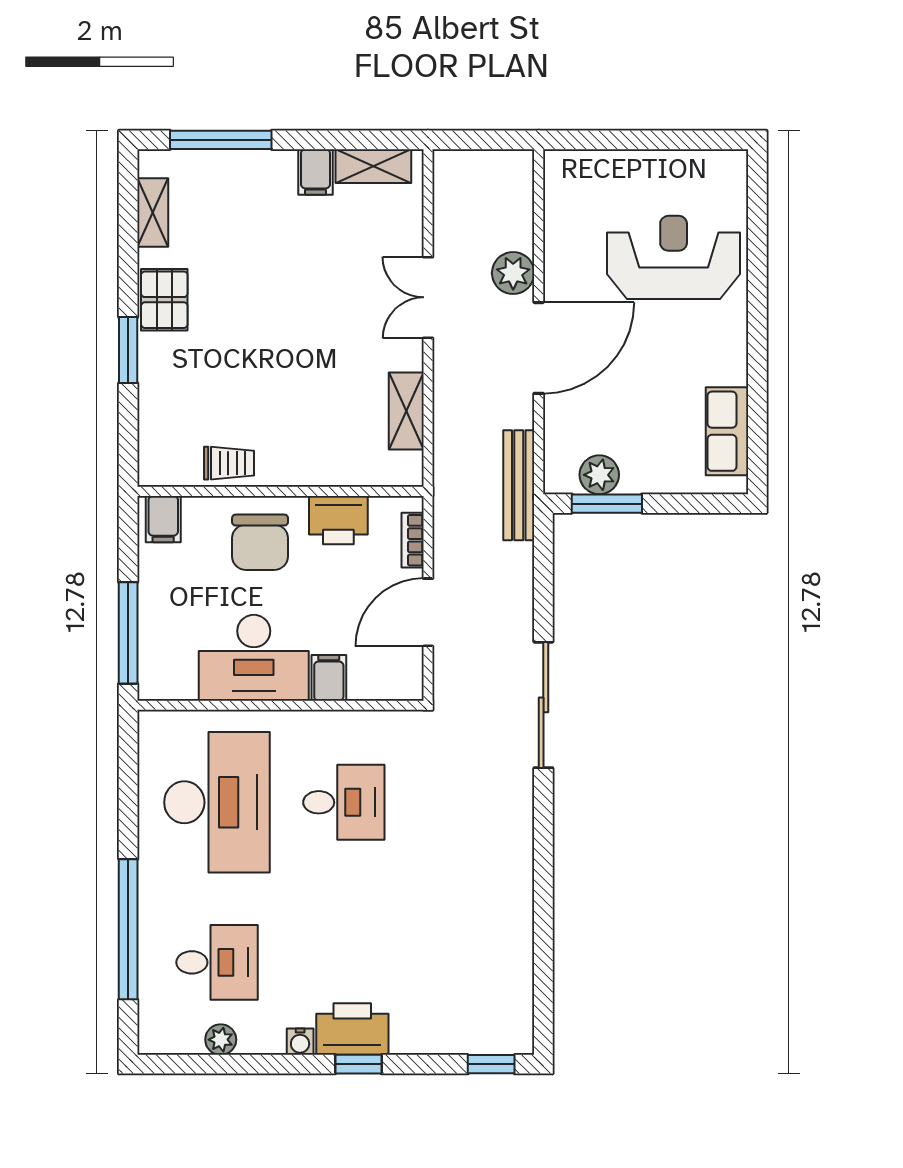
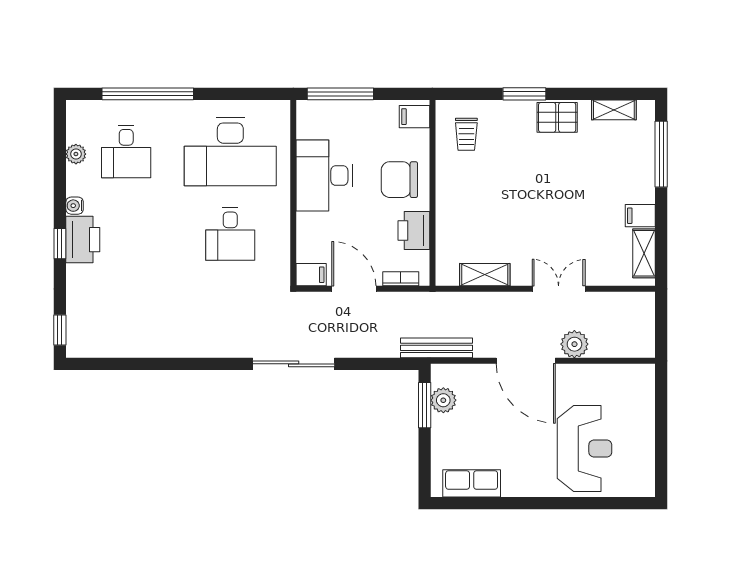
trolley: (229, 463) -> (466, 134), moved
filing cabinet: (329, 678) -> (311, 275), moved

